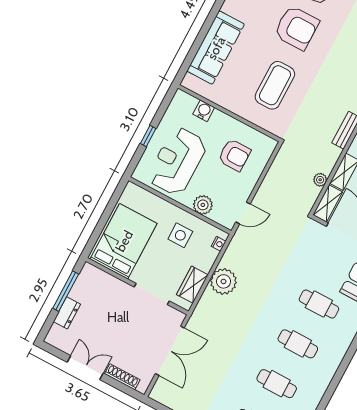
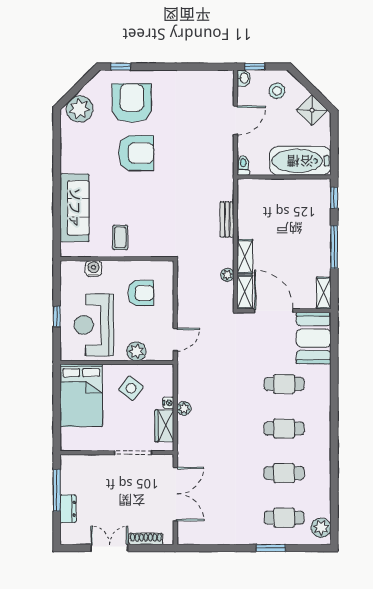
coffee table: (275, 85) -> (120, 237), moved, width x0.54, depth x0.58
side table: (180, 235) -> (131, 388), turned 37
bed: (124, 241) -> (81, 395), moved, turned 180
nightstand: (219, 244) -> (168, 403), moved
plant: (224, 281) -> (184, 409), width x0.53, depth x0.53

